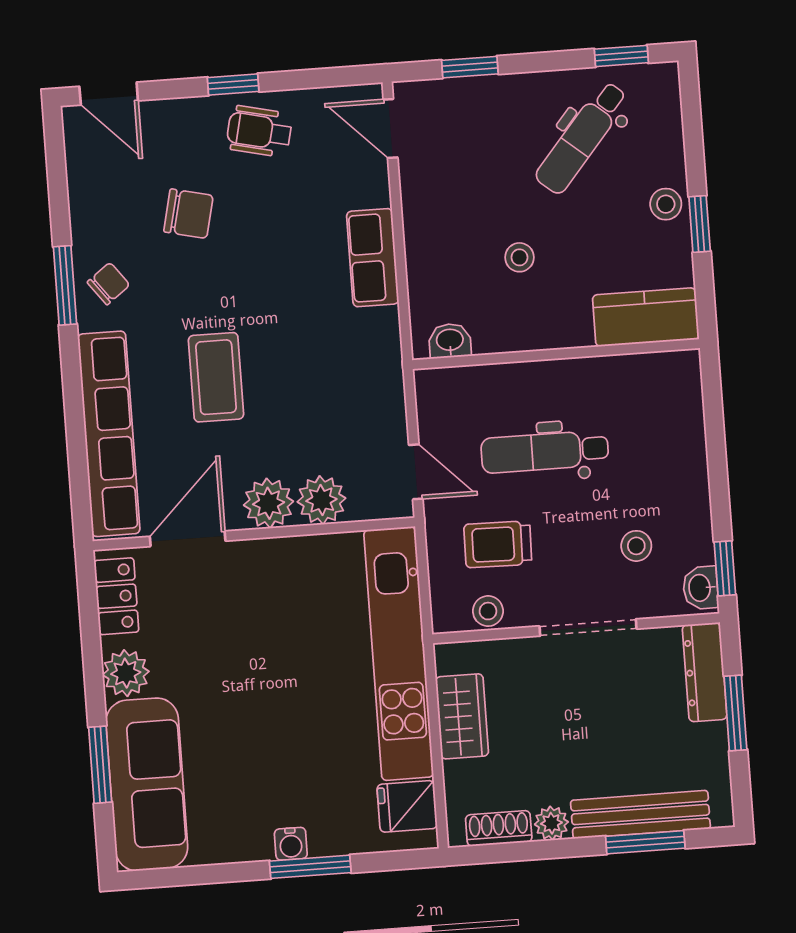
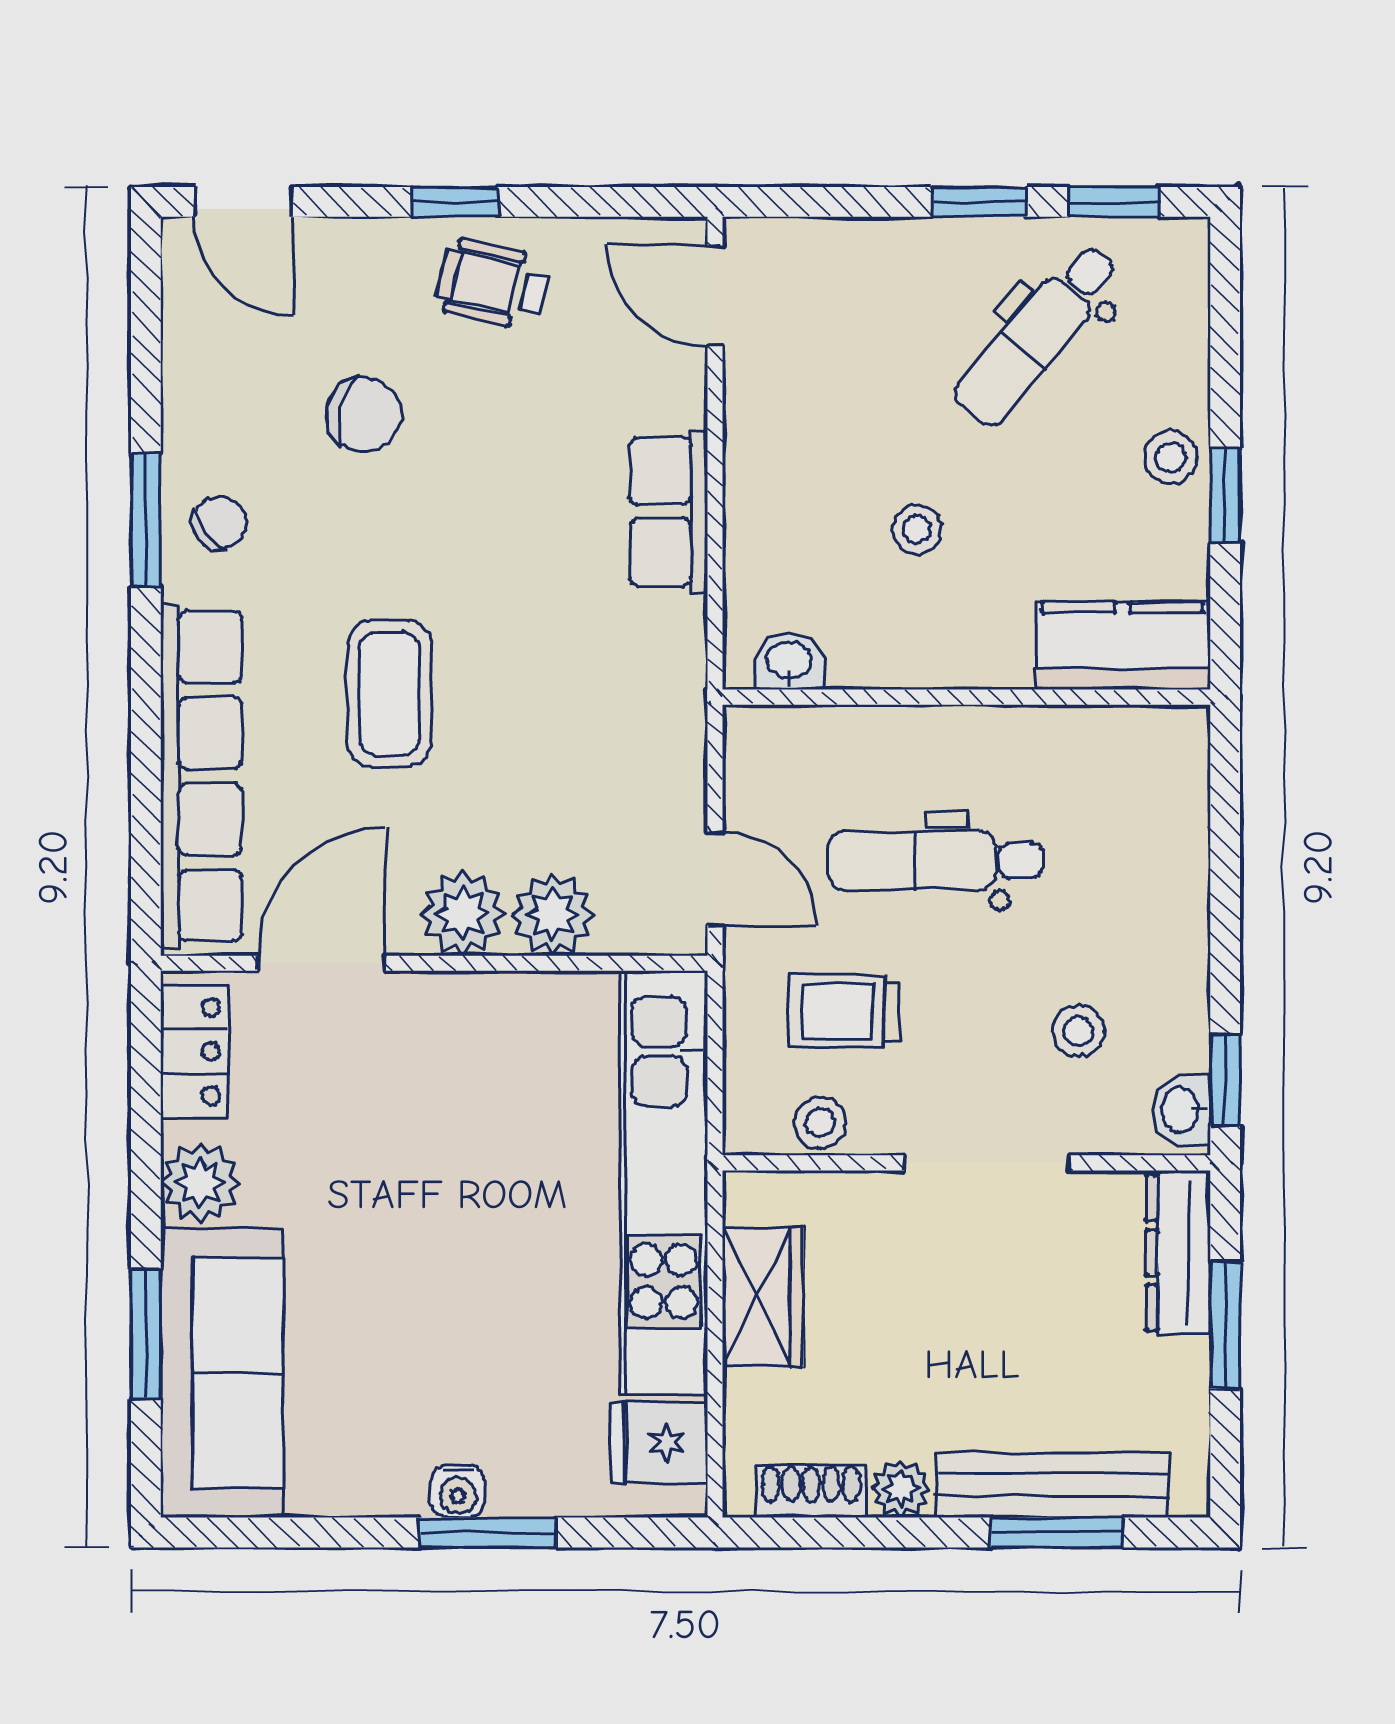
window: (470, 67) -> (979, 202), moved

